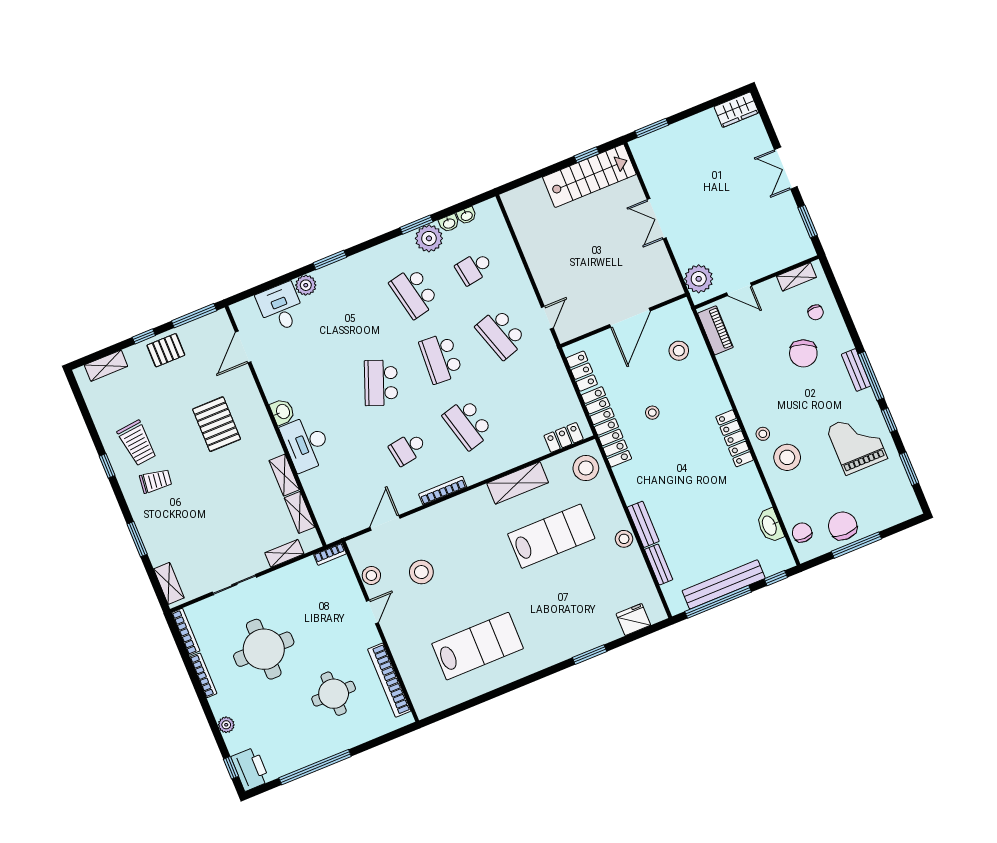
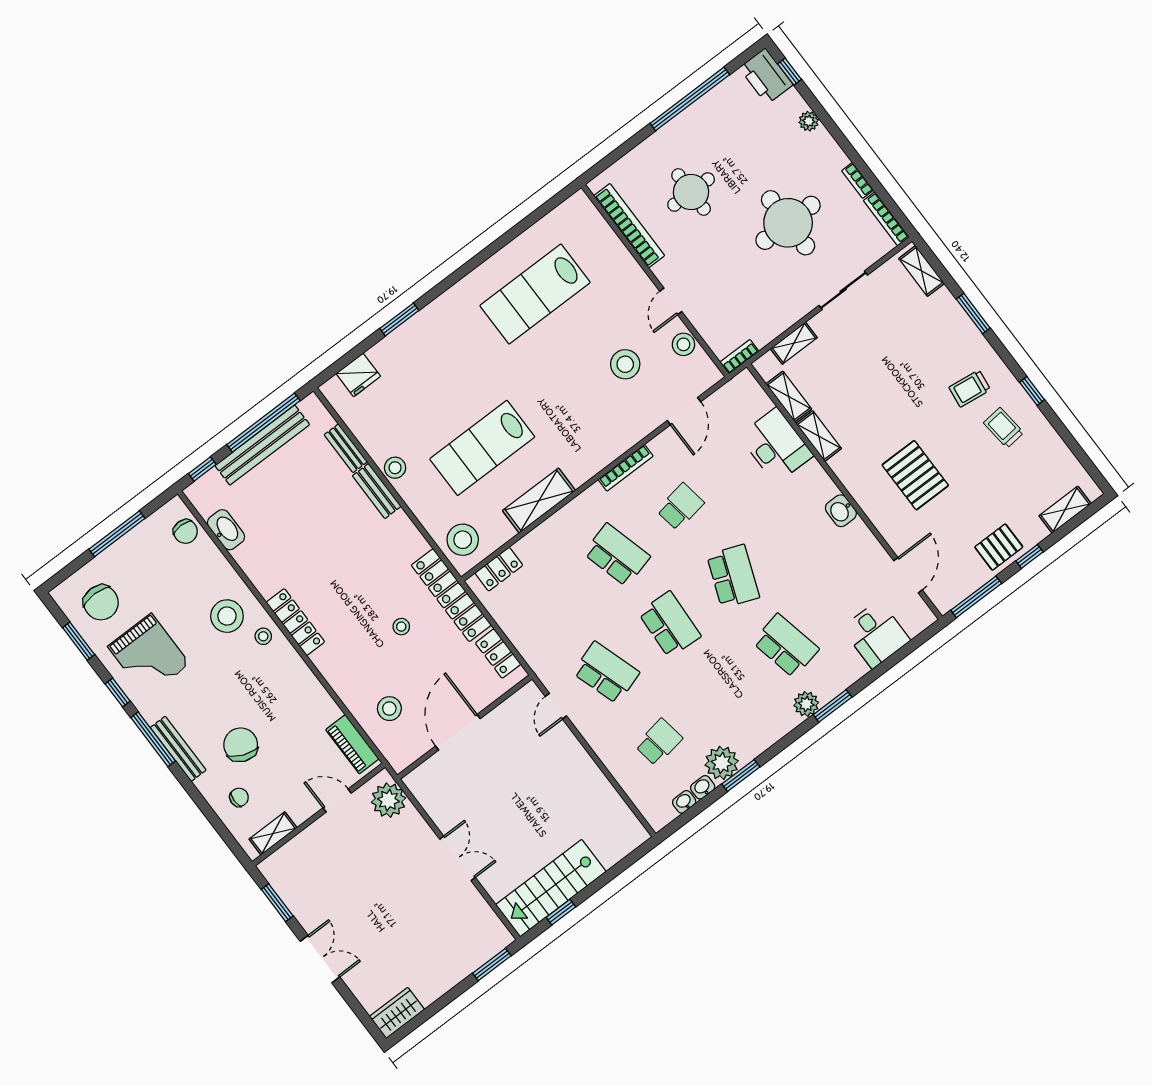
plant: (306, 285) -> (806, 704), moved
school desk: (414, 293) -> (786, 646), moved
chair: (816, 312) -> (239, 797), turned 90
bench: (856, 370) -> (178, 749), width x1.36
trolley: (137, 443) -> (1004, 428), width x0.73, depth x0.72
desk: (306, 444) -> (776, 446), moved
chair: (843, 526) -> (101, 603), moved
bookcase: (203, 675) -> (858, 180), width x0.64

